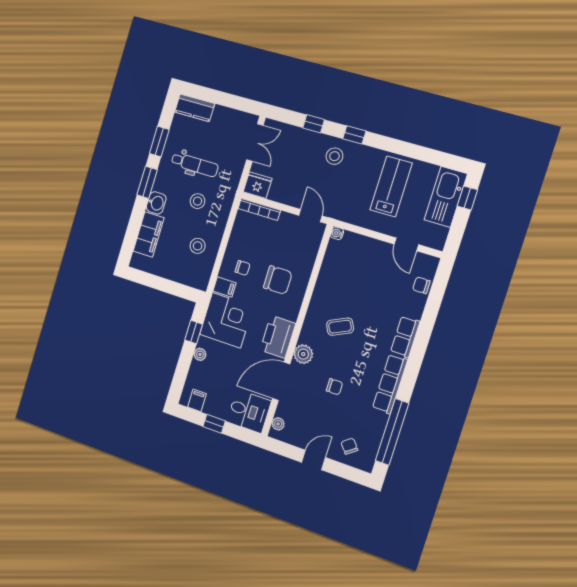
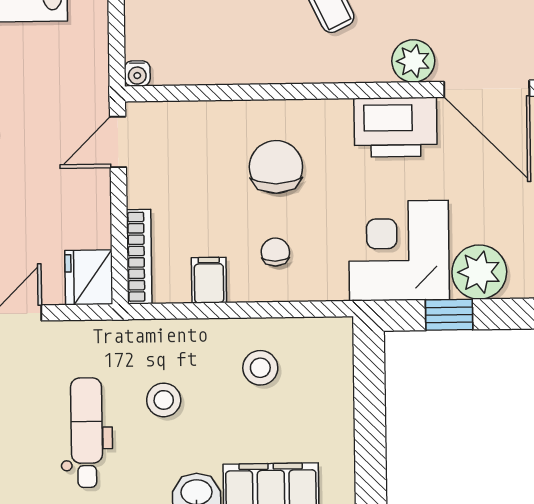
filing cabinet: (224, 287) -> (209, 280), moved
plant: (200, 354) -> (479, 272), width x1.88, depth x1.88

